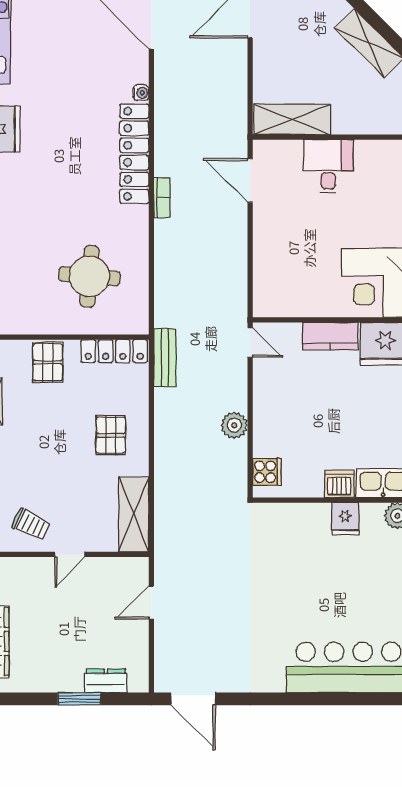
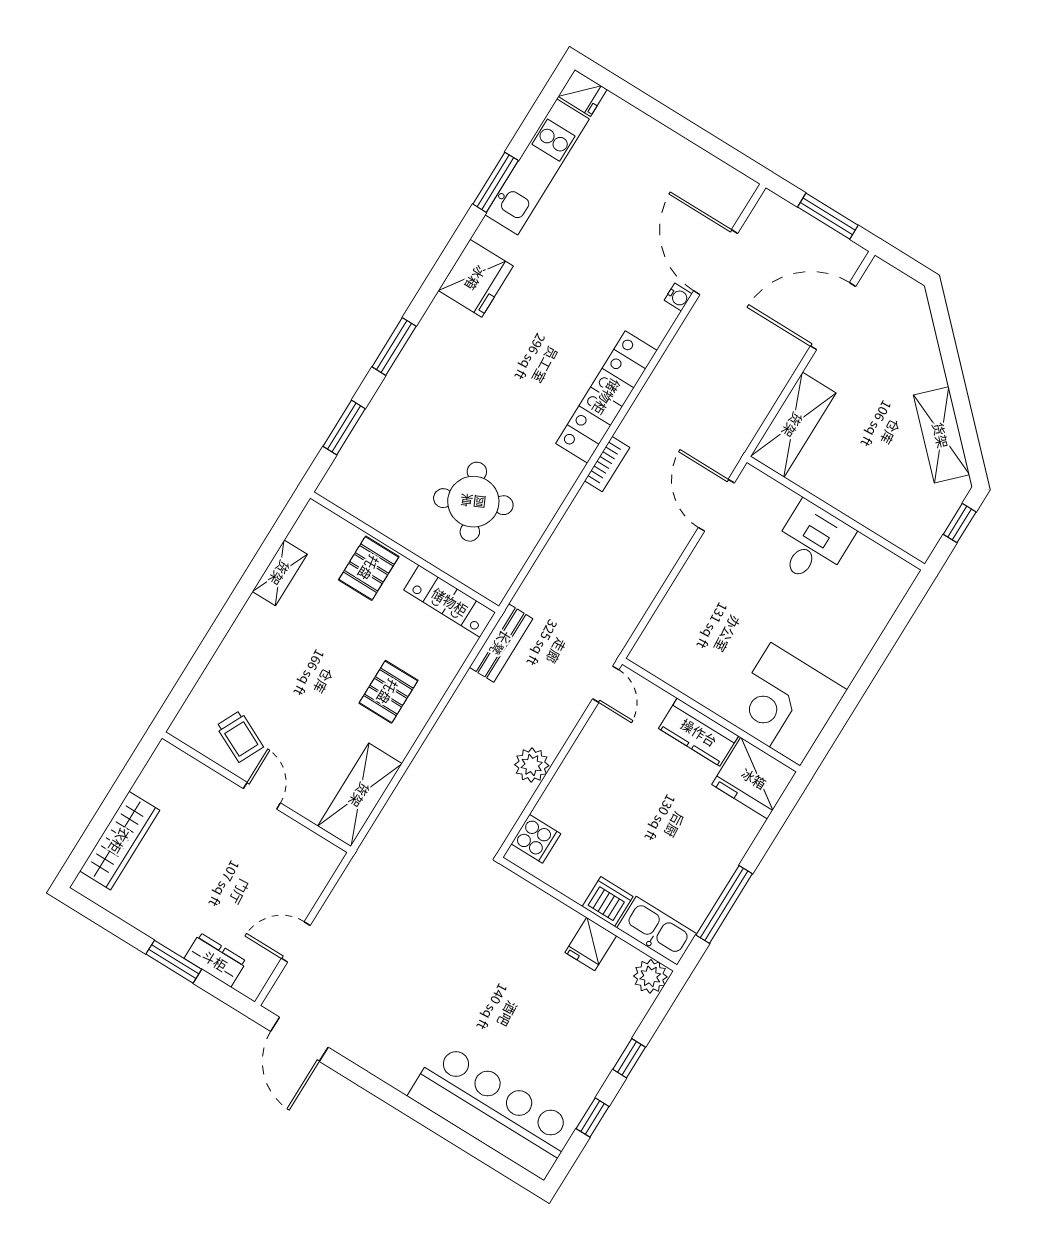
water cooler: (141, 93) -> (678, 297), moved
shelving: (292, 119) -> (793, 425), moved, turned 90
round table: (89, 276) -> (473, 502), turned -30
door: (70, 554) -> (262, 796), swing flipped
door: (151, 603) -> (296, 942), moved

